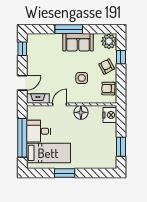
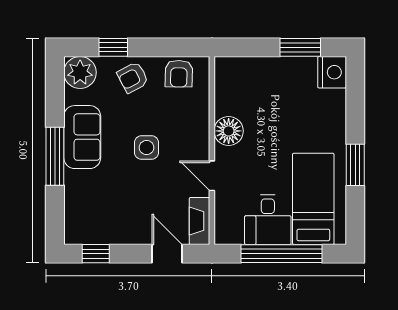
side table: (82, 78) -> (147, 148), moved
nightstand: (110, 115) -> (332, 72), moved, turned 90

